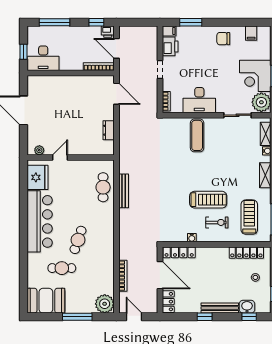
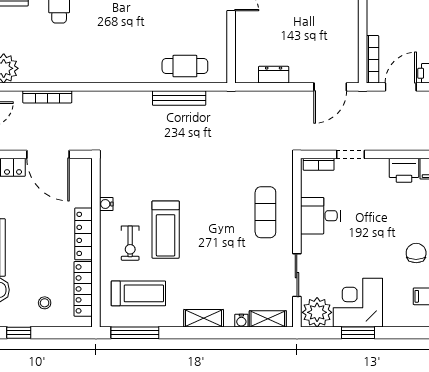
doorway: (160, 70) -> (350, 154), moved
desk: (199, 100) -> (320, 216), width x0.73
exercise mat: (197, 135) -> (265, 212), turned 90
cafe table: (78, 240) -> (103, 27), removed
locker: (179, 252) -> (84, 234), moved
door: (160, 275) -> (48, 154), hinge flipped

